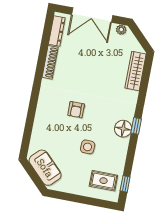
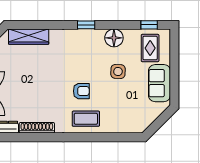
coffee table: (50, 109) -> (86, 119), added
floor lamp: (123, 129) -> (114, 38), moved
sofa: (45, 168) -> (159, 83), moved, turned -45

